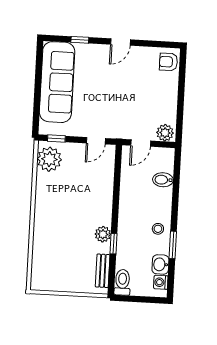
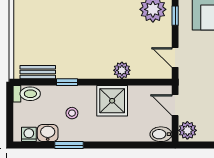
bidet: (163, 180) -> (161, 134), moved, turned -90
shower: (133, 202) -> (112, 101), added
stool: (158, 229) -> (72, 113), moved
plant: (103, 234) -> (122, 70), moved

